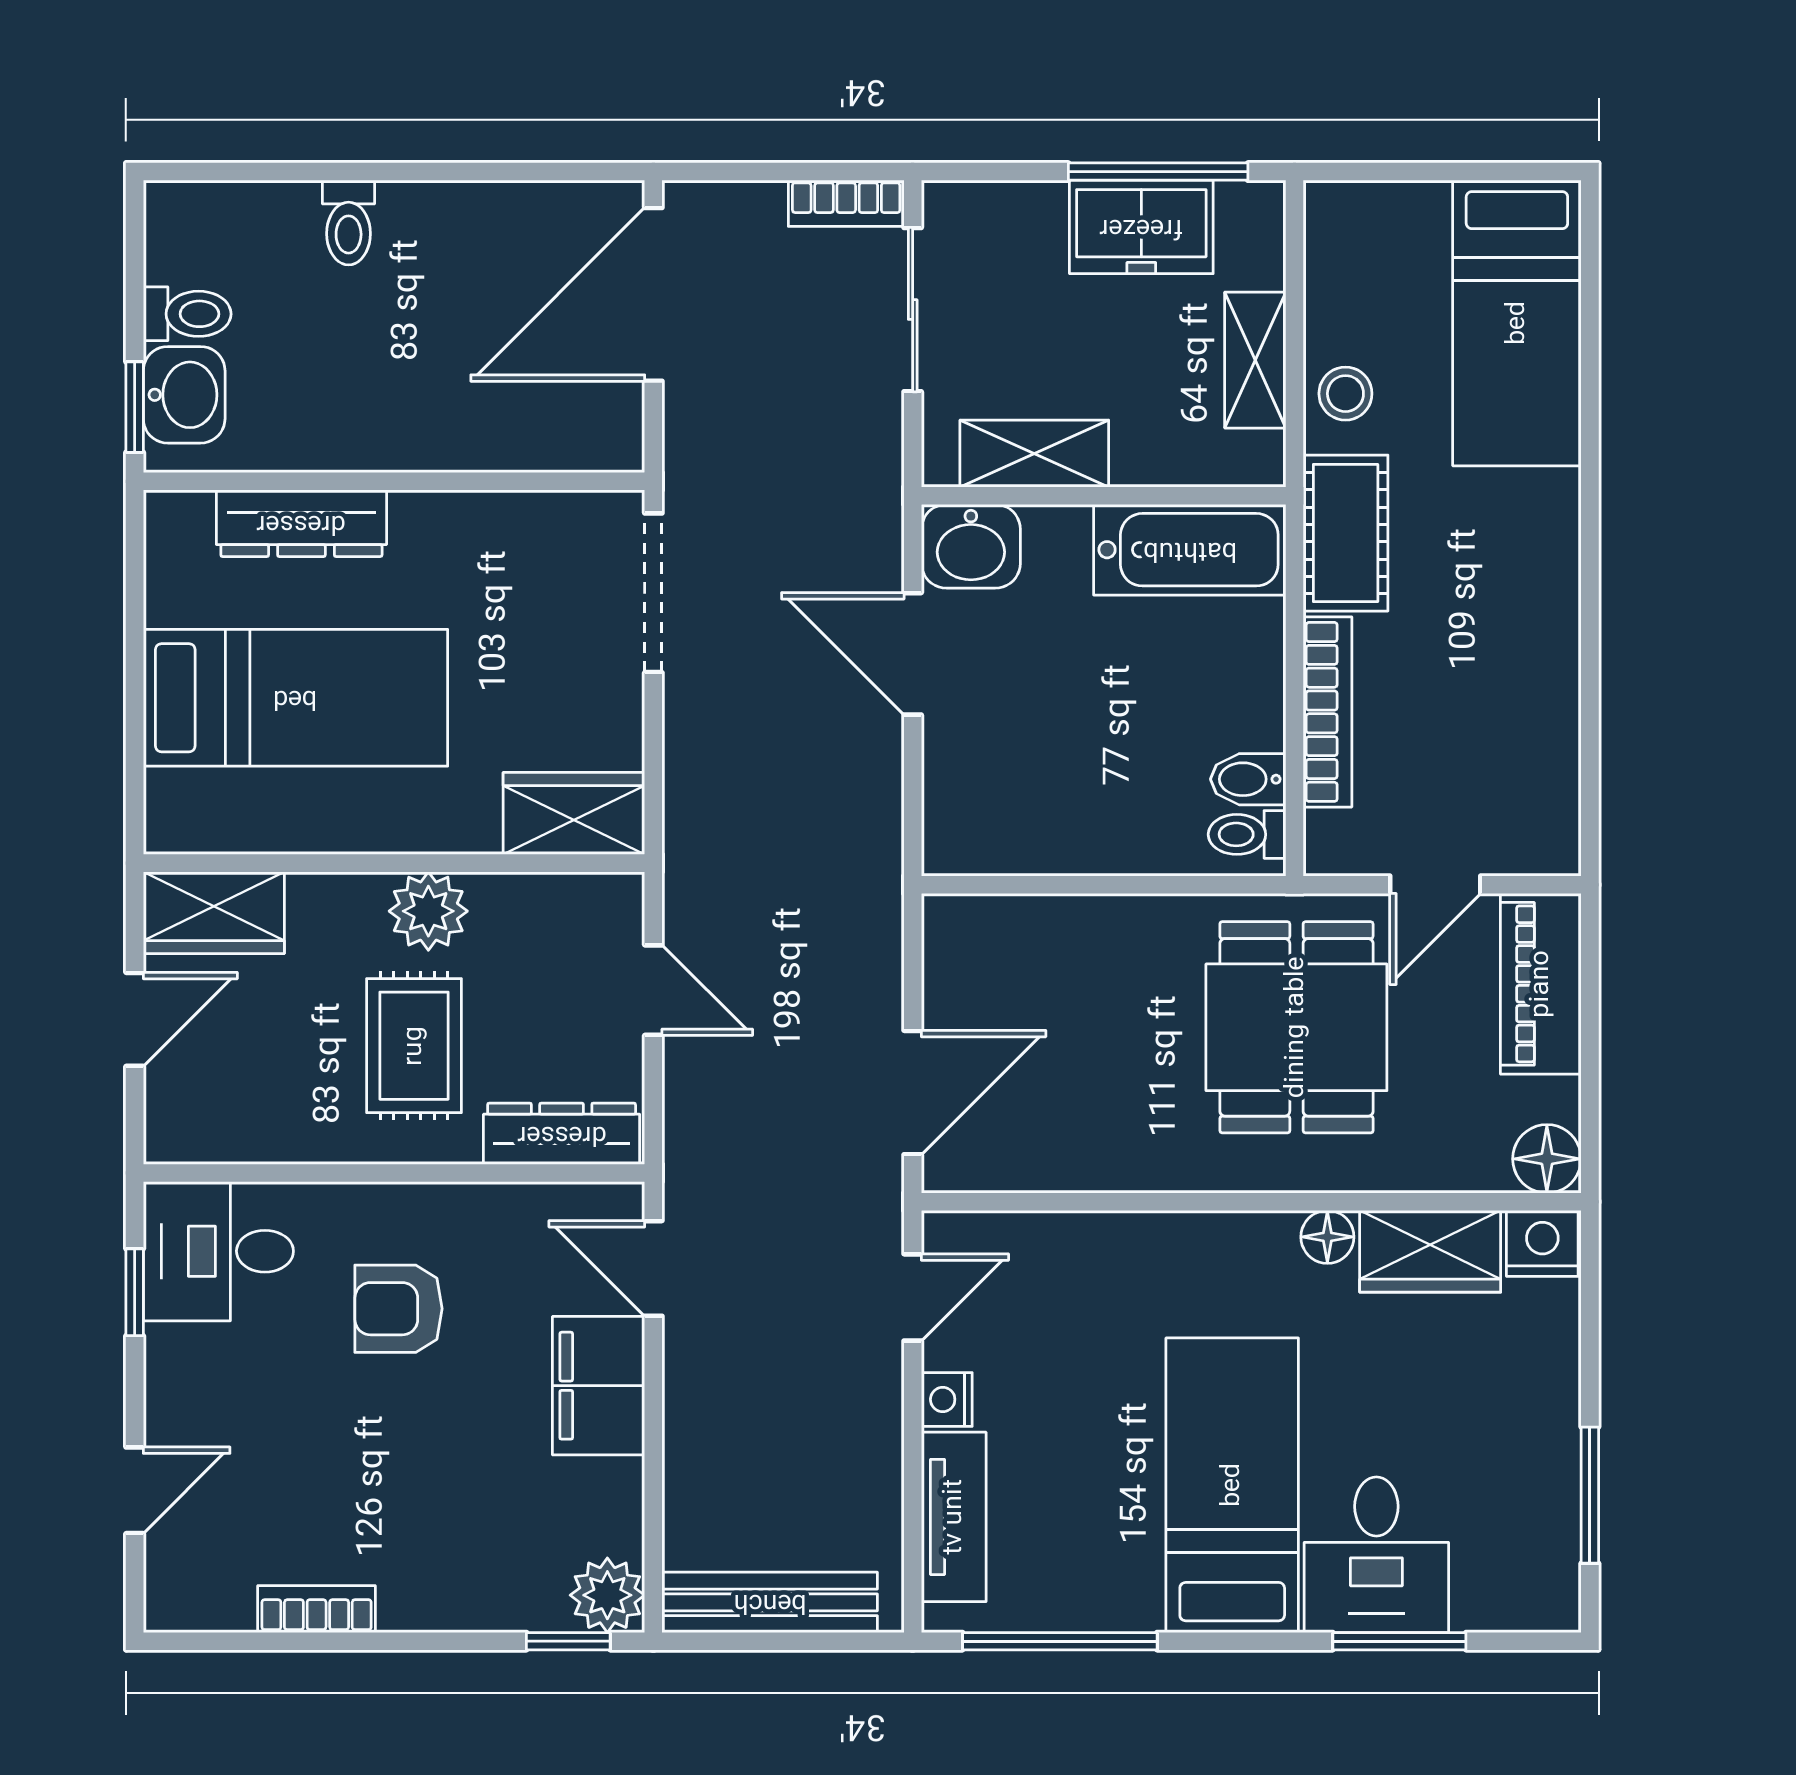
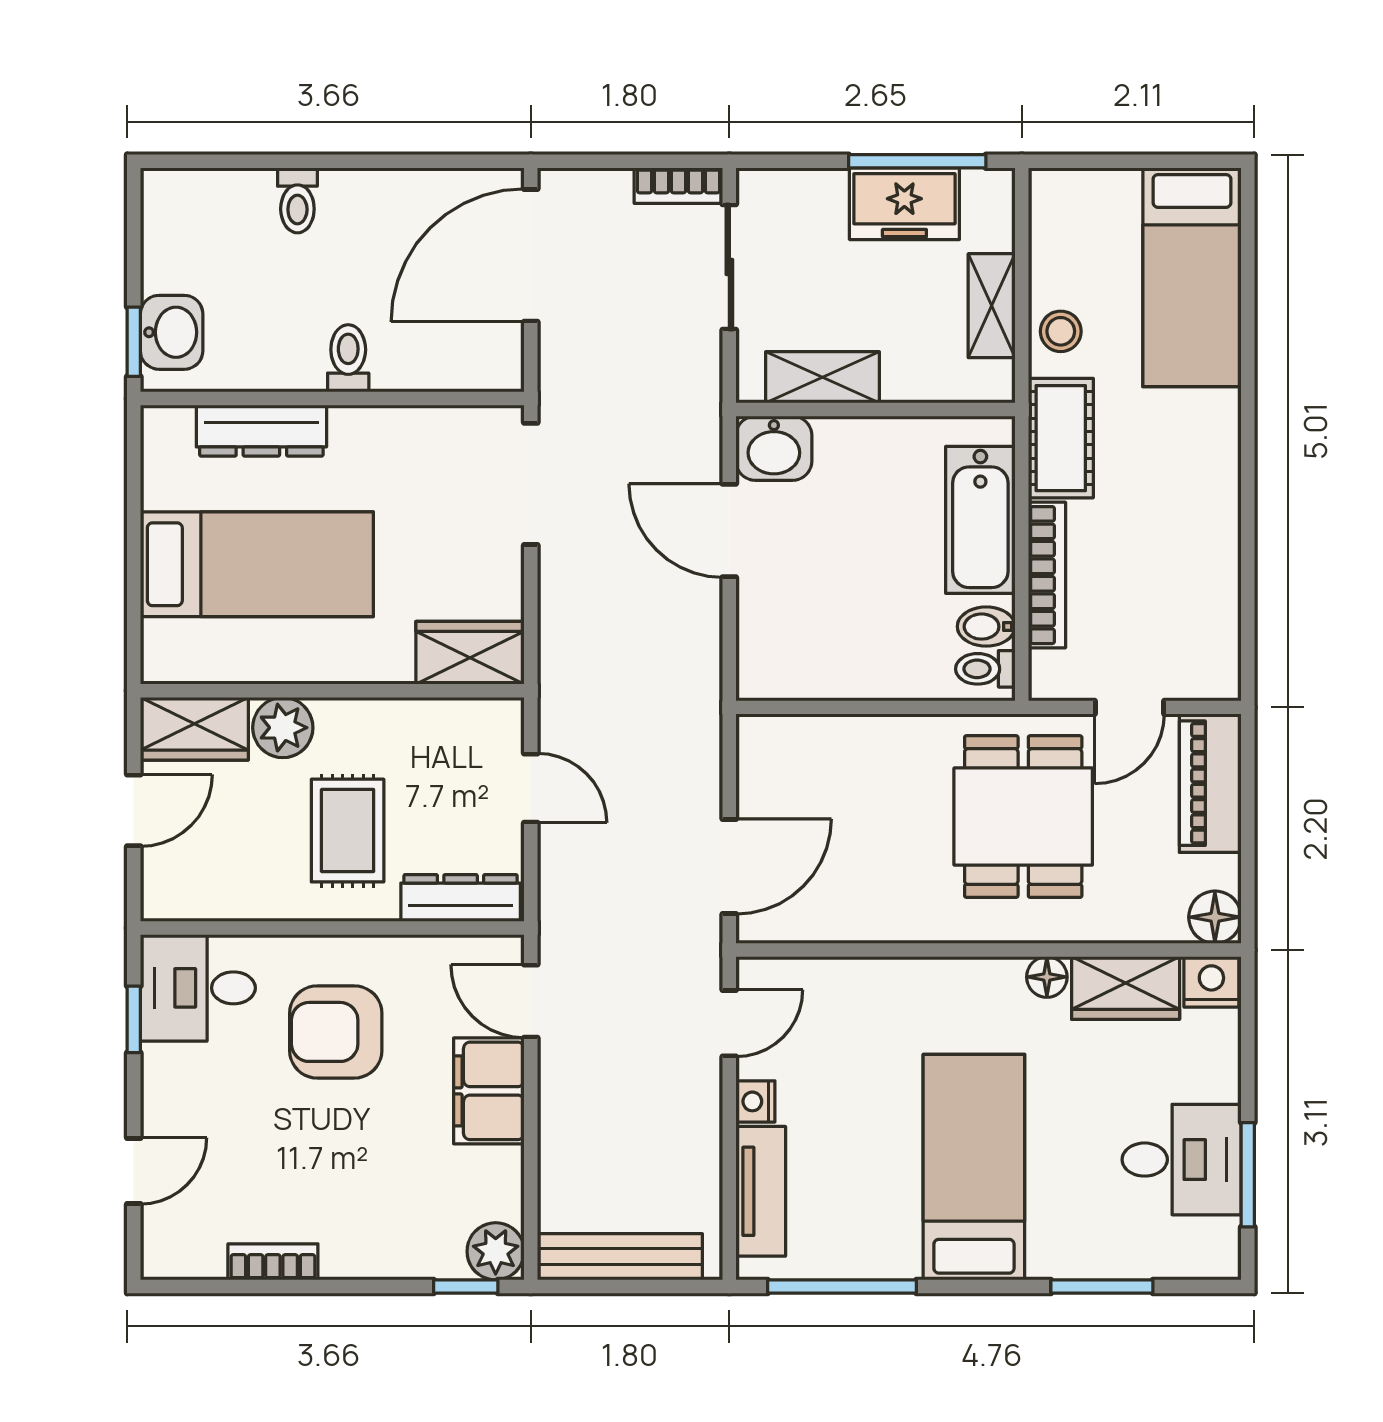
toilet: (187, 314) -> (348, 358), moved, turned -90
bathtub: (1190, 550) -> (980, 520), moved, turned 90
plant: (428, 911) -> (283, 728), moved
armchair: (399, 1309) -> (336, 1032), width x1.38, depth x1.38
desk: (1376, 1555) -> (1182, 1160), moved, turned -90

